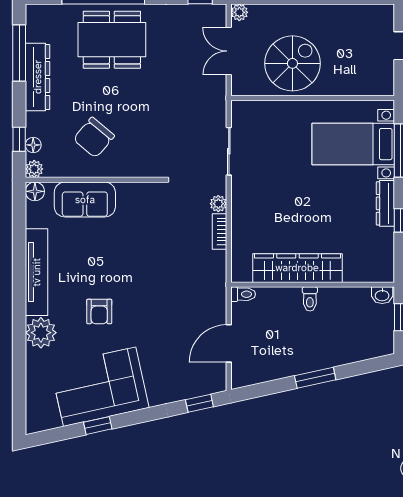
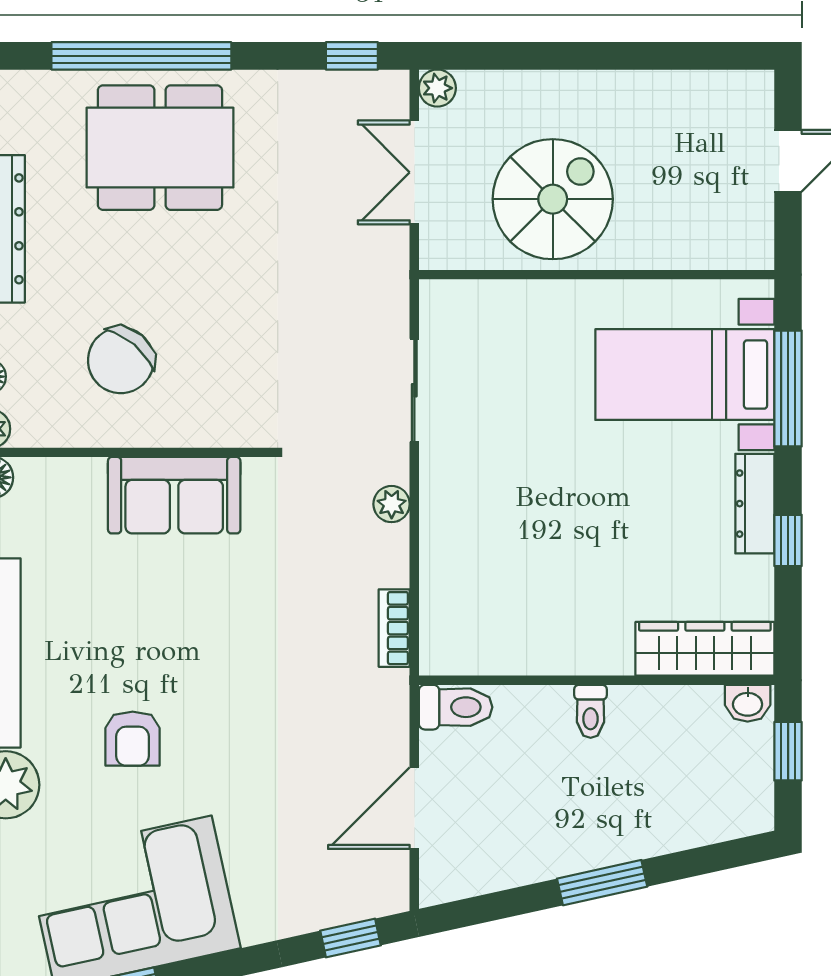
sofa: (85, 200) -> (174, 495), moved
bookcase: (220, 231) -> (394, 628), moved
wardrobe: (297, 268) -> (705, 649), moved, width x0.71, depth x0.85
toilet: (243, 294) -> (456, 707), width x1.37, depth x1.39

